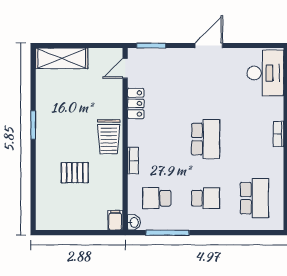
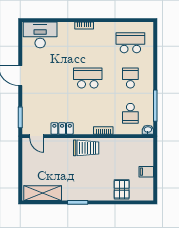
shelving: (62, 58) -> (43, 193), moved, turned 90
pallet: (75, 173) -> (122, 189), moved
filing cabinet: (115, 220) -> (146, 172), moved

